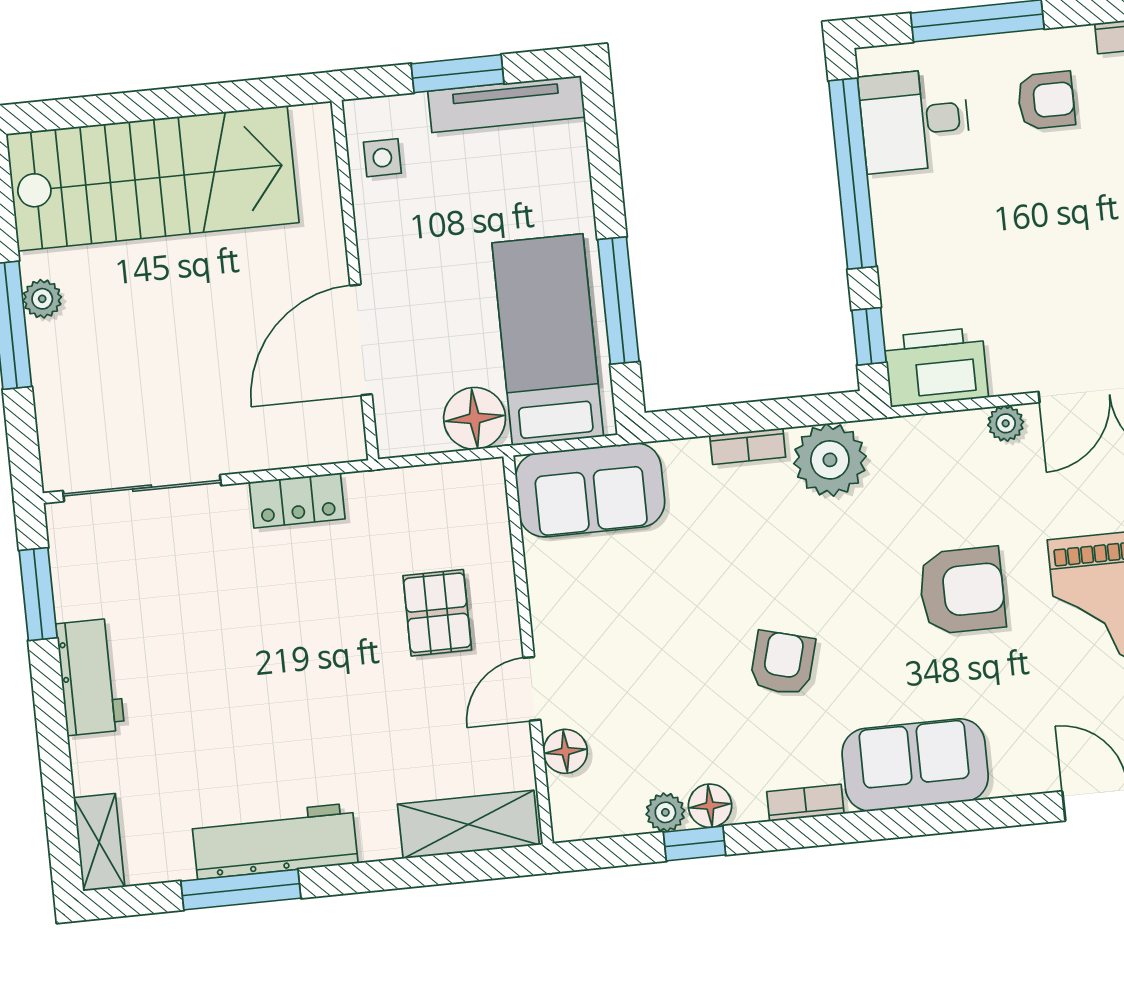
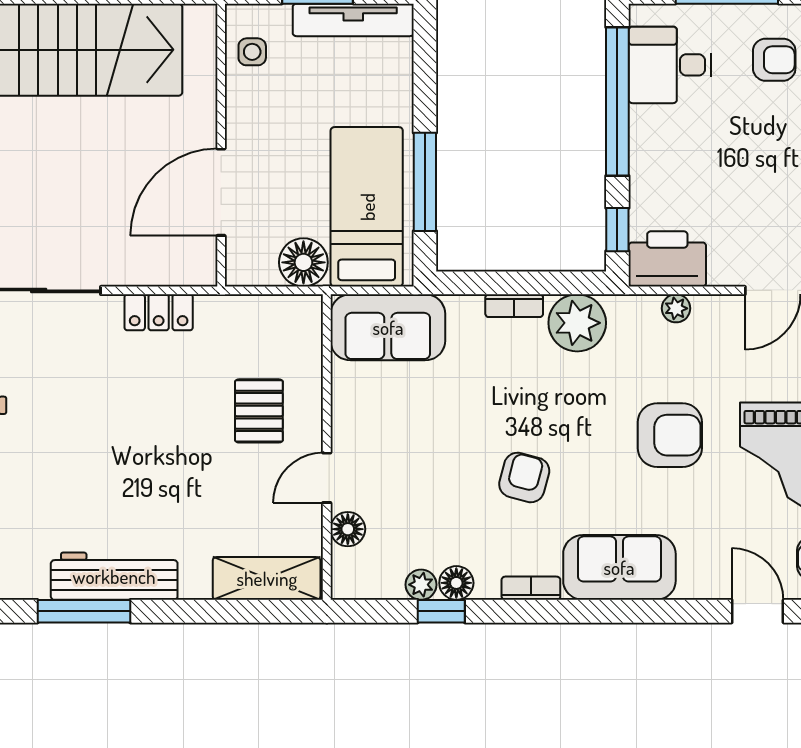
plant: (1006, 423) -> (676, 308), moved

